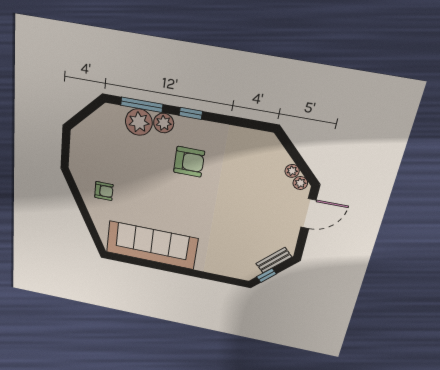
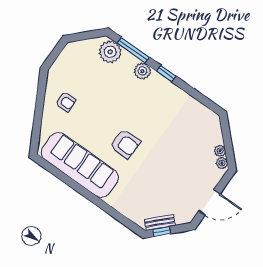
plant: (139, 122) -> (110, 52), moved
armchair: (189, 162) -> (125, 144), moved
door: (308, 214) -> (209, 202), moved
bench: (274, 260) -> (160, 222), moved

